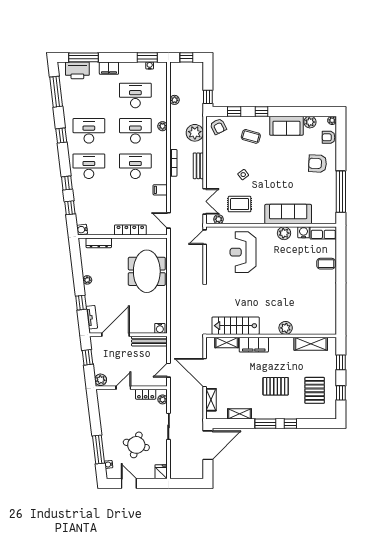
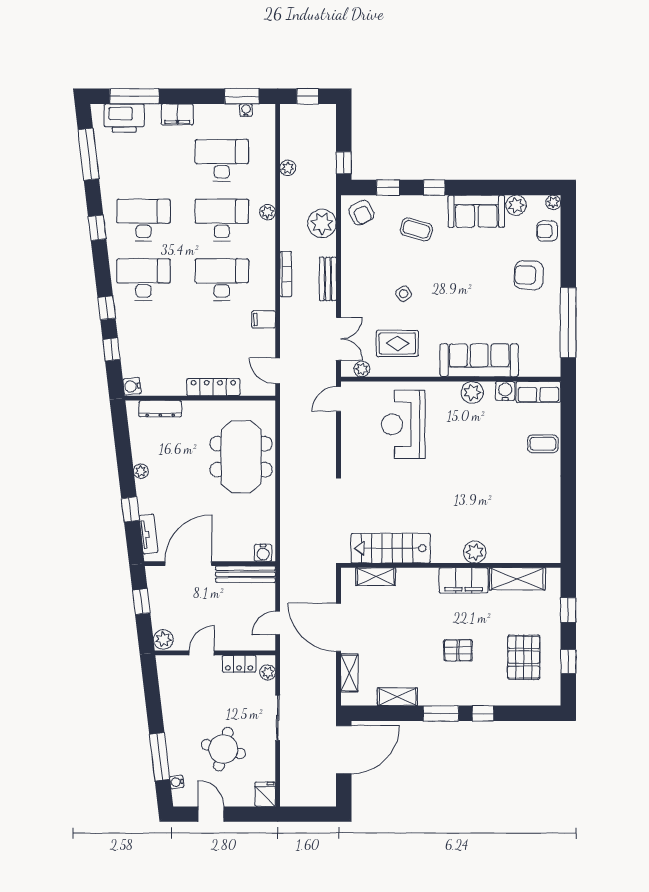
filing cabinet: (254, 345) -> (463, 580), moved
pallet: (276, 386) -> (458, 650), width x0.67, depth x0.71

